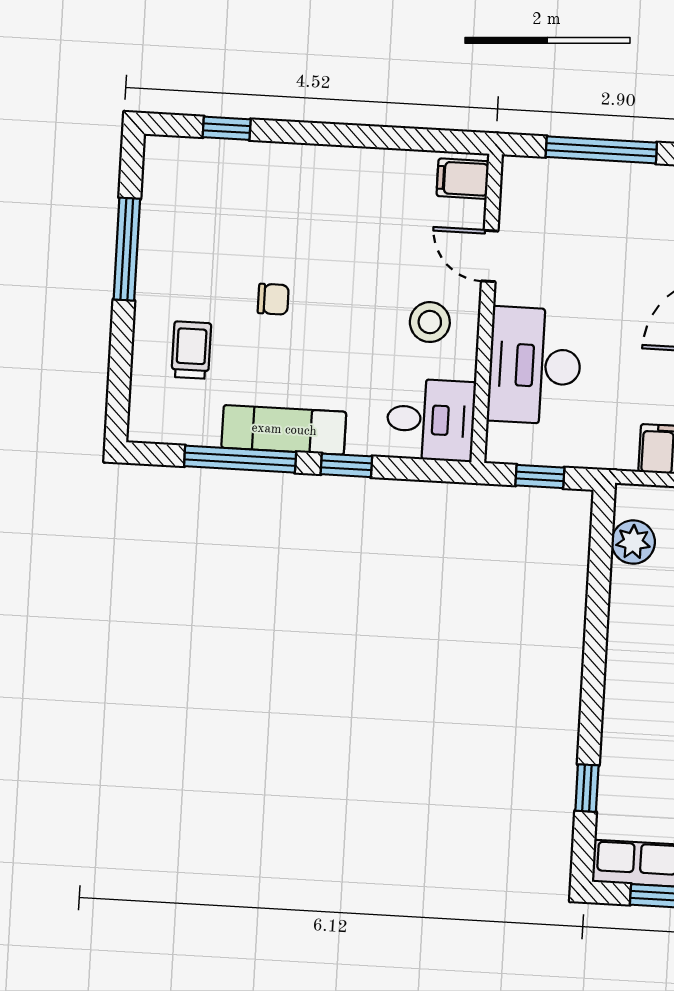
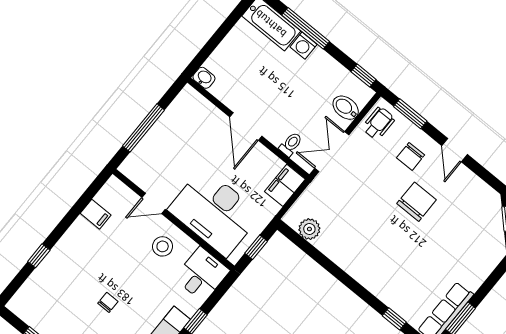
window: (227, 128) -> (39, 256), moved
filing cabinet: (463, 179) -> (96, 214), moved, turned -90
desk: (535, 366) -> (215, 212), width x1.36, depth x1.30

